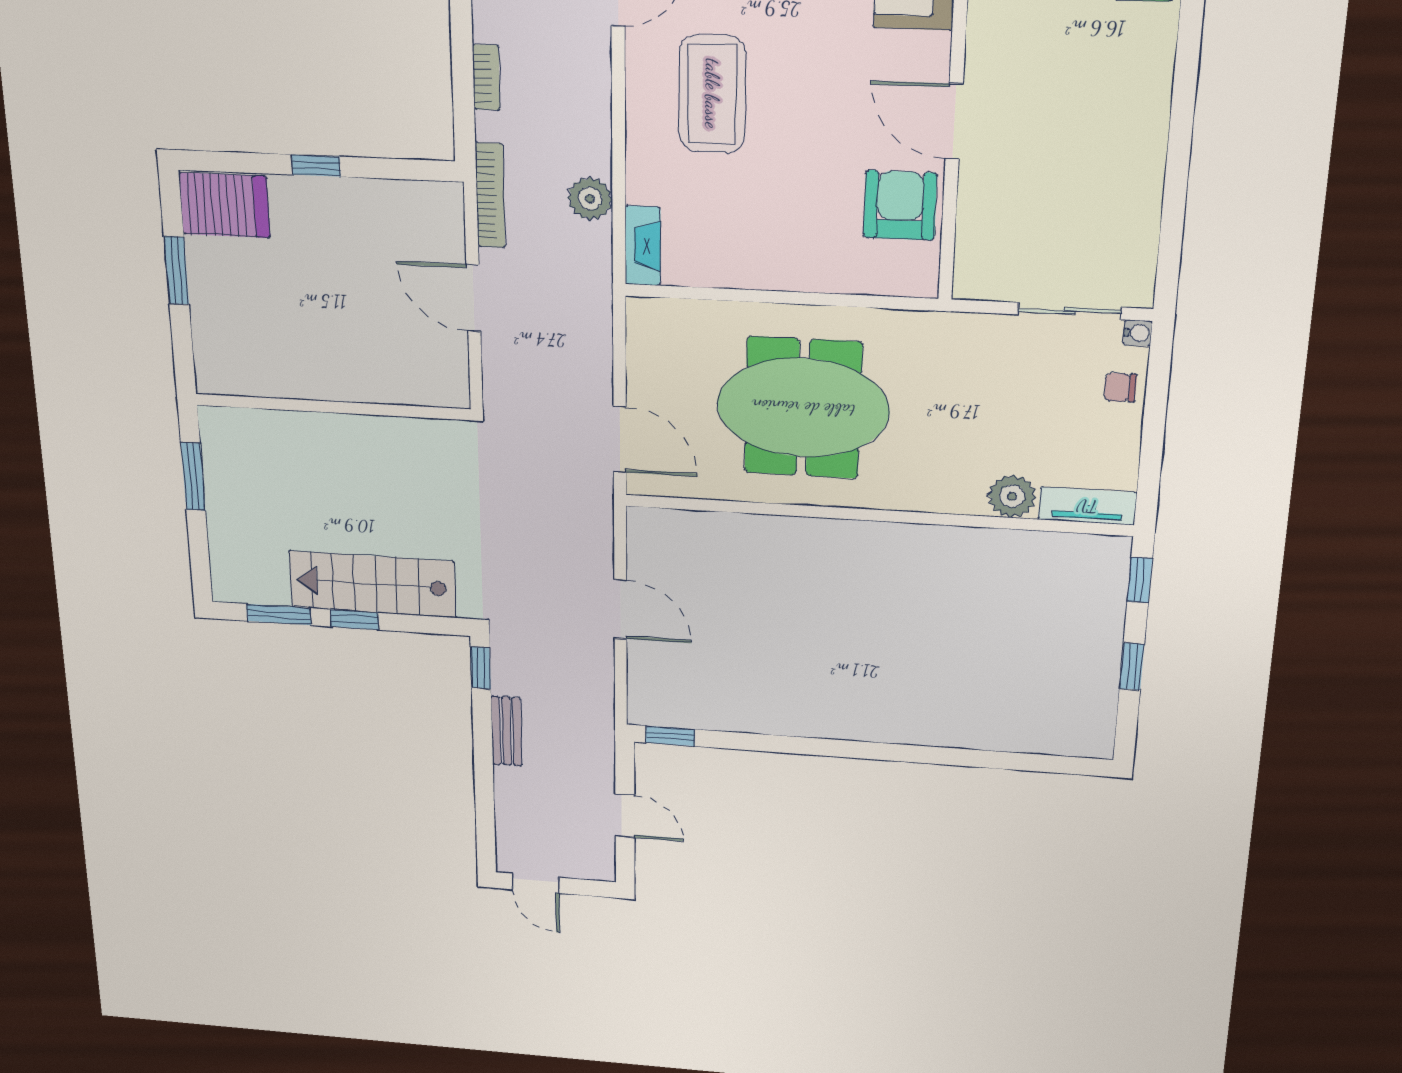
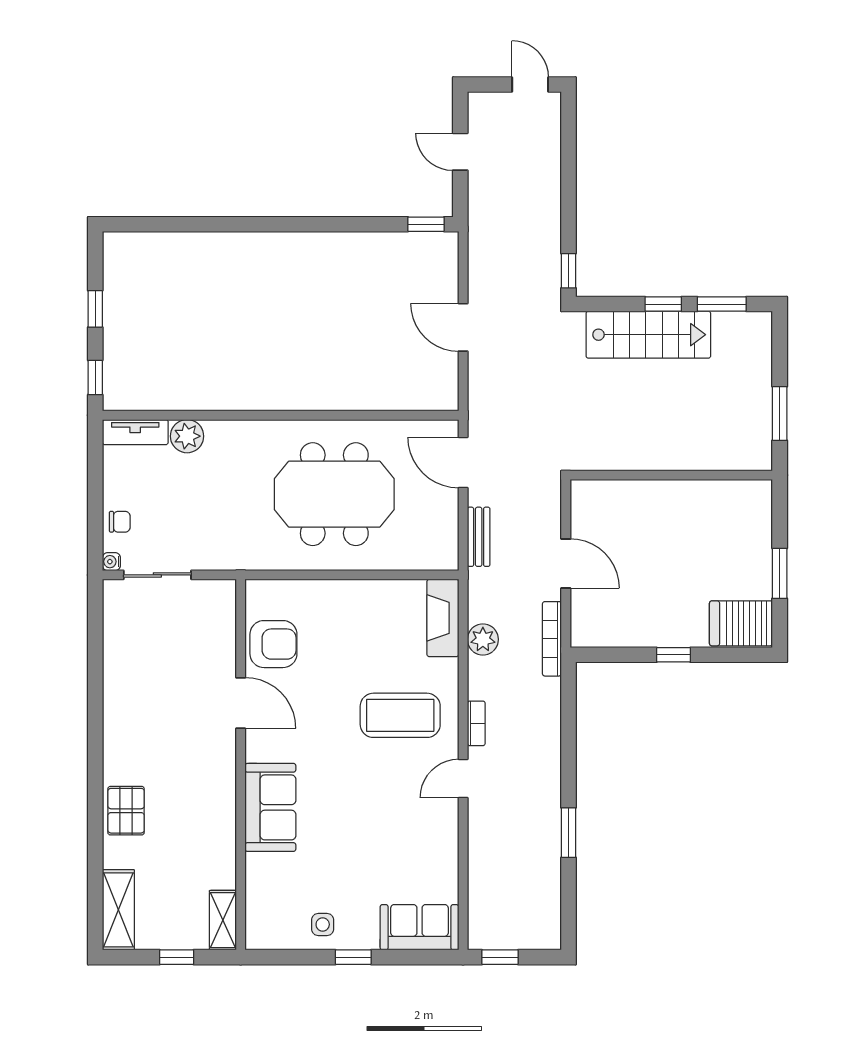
bookcase: (486, 77) -> (476, 723), moved, turned 180
coffee table: (712, 94) -> (400, 715), turned 90
armchair: (900, 205) -> (273, 644), turned -90
fireplace: (643, 246) -> (443, 618), width x1.37, depth x1.32
bench: (506, 731) -> (479, 537), moved

